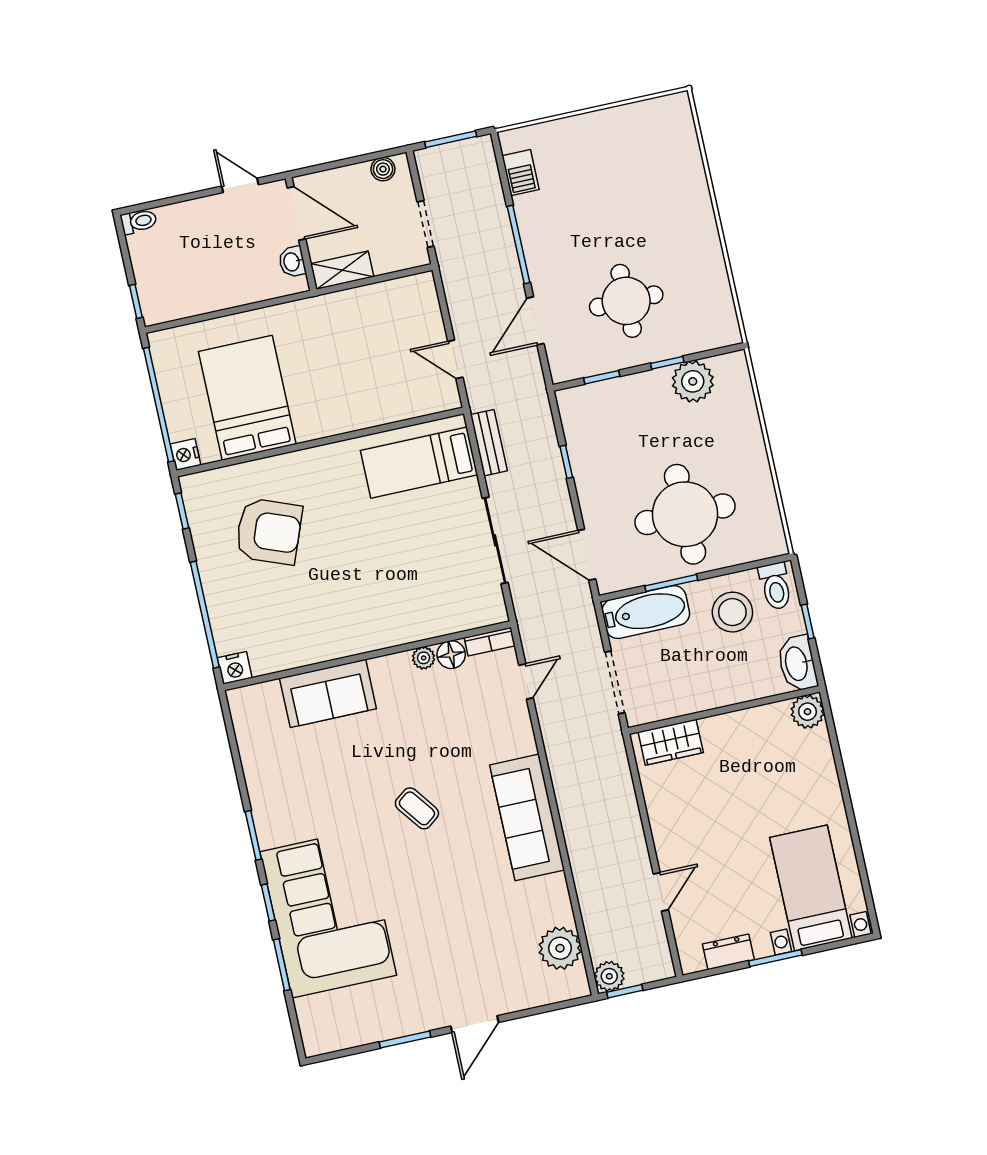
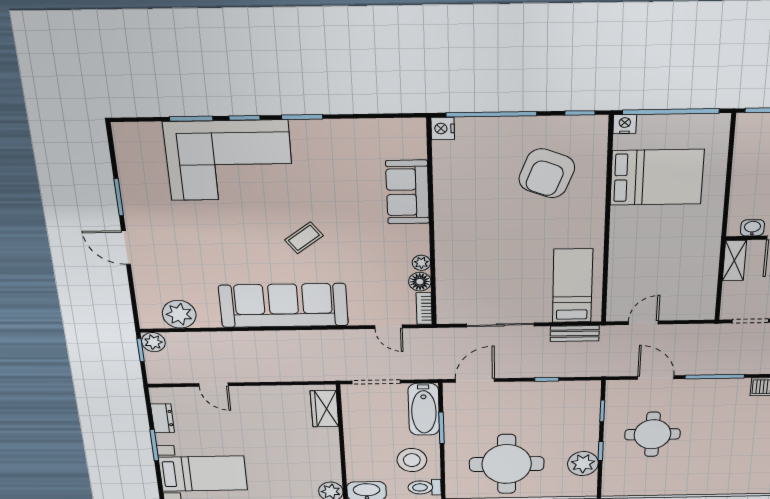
round table: (685, 514) -> (507, 464), moved
sofa: (527, 817) -> (284, 305), width x1.36, depth x1.27

